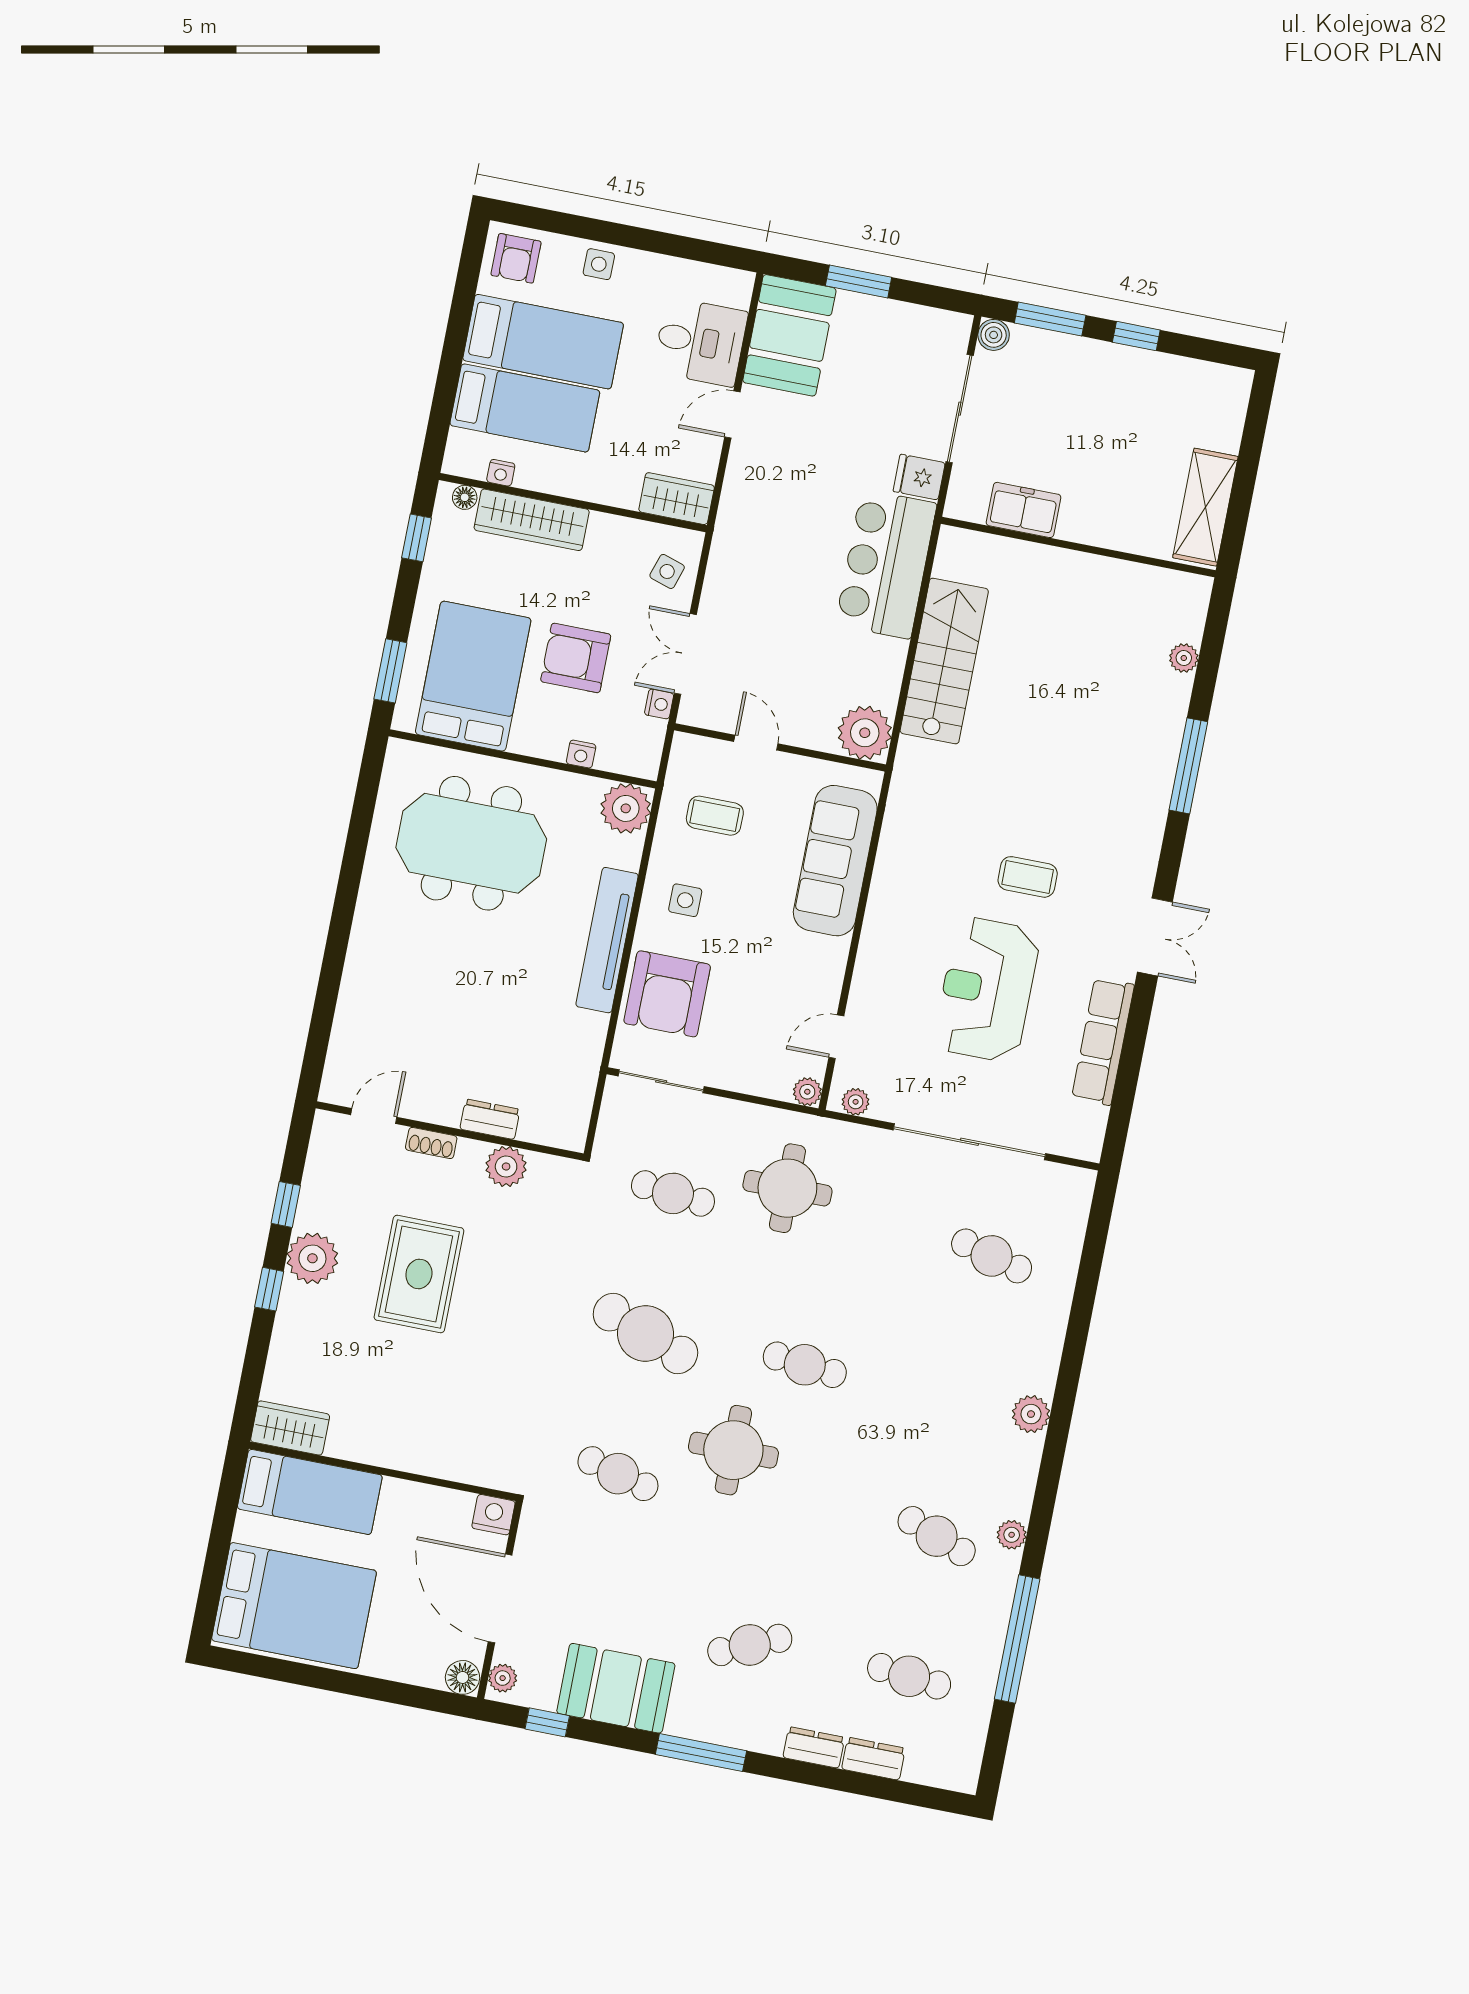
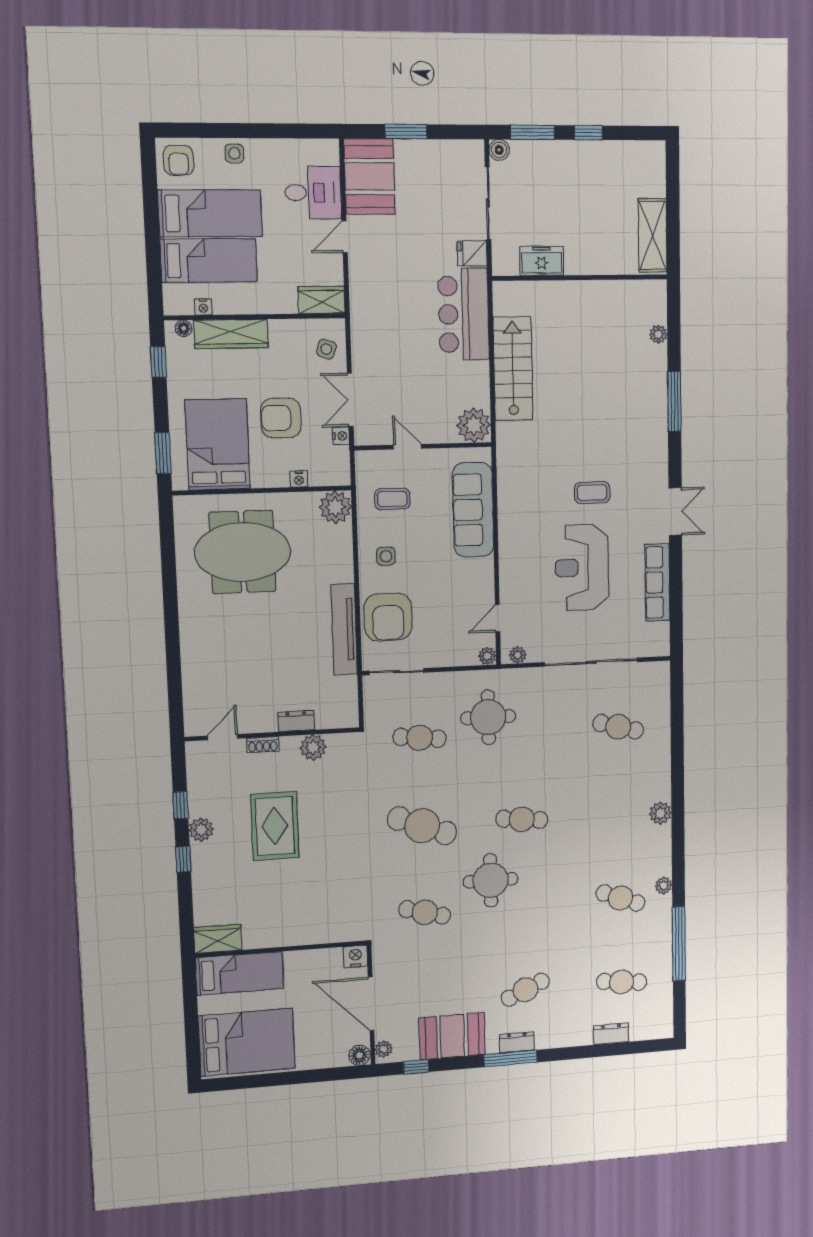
tv unit: (607, 940) -> (344, 629), moved
plant: (312, 1258) -> (201, 830), width x0.73, depth x0.73
dresser: (814, 1747) -> (517, 1042), moved

